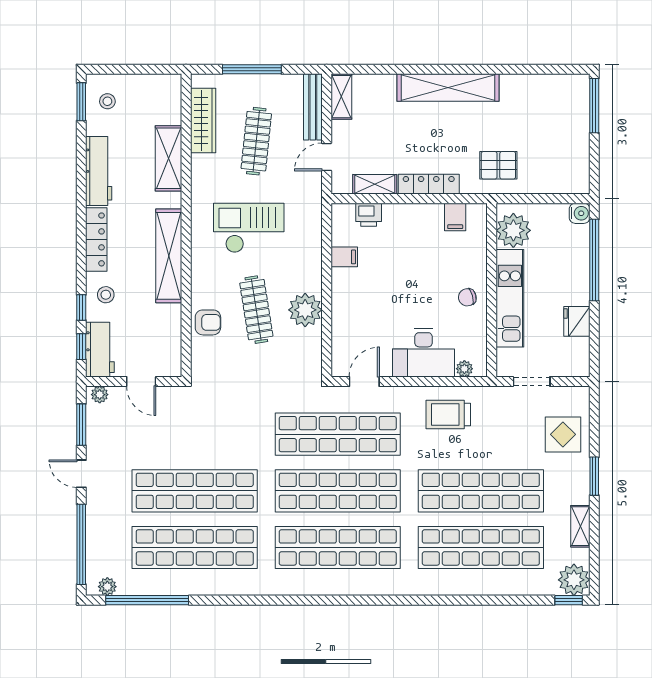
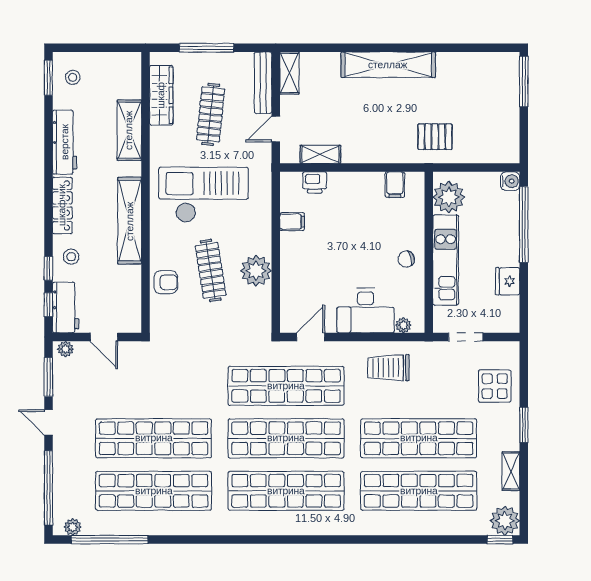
locker: (429, 184) -> (370, 154), removed
checkout: (249, 228) -> (204, 195), width x1.36, depth x1.21

